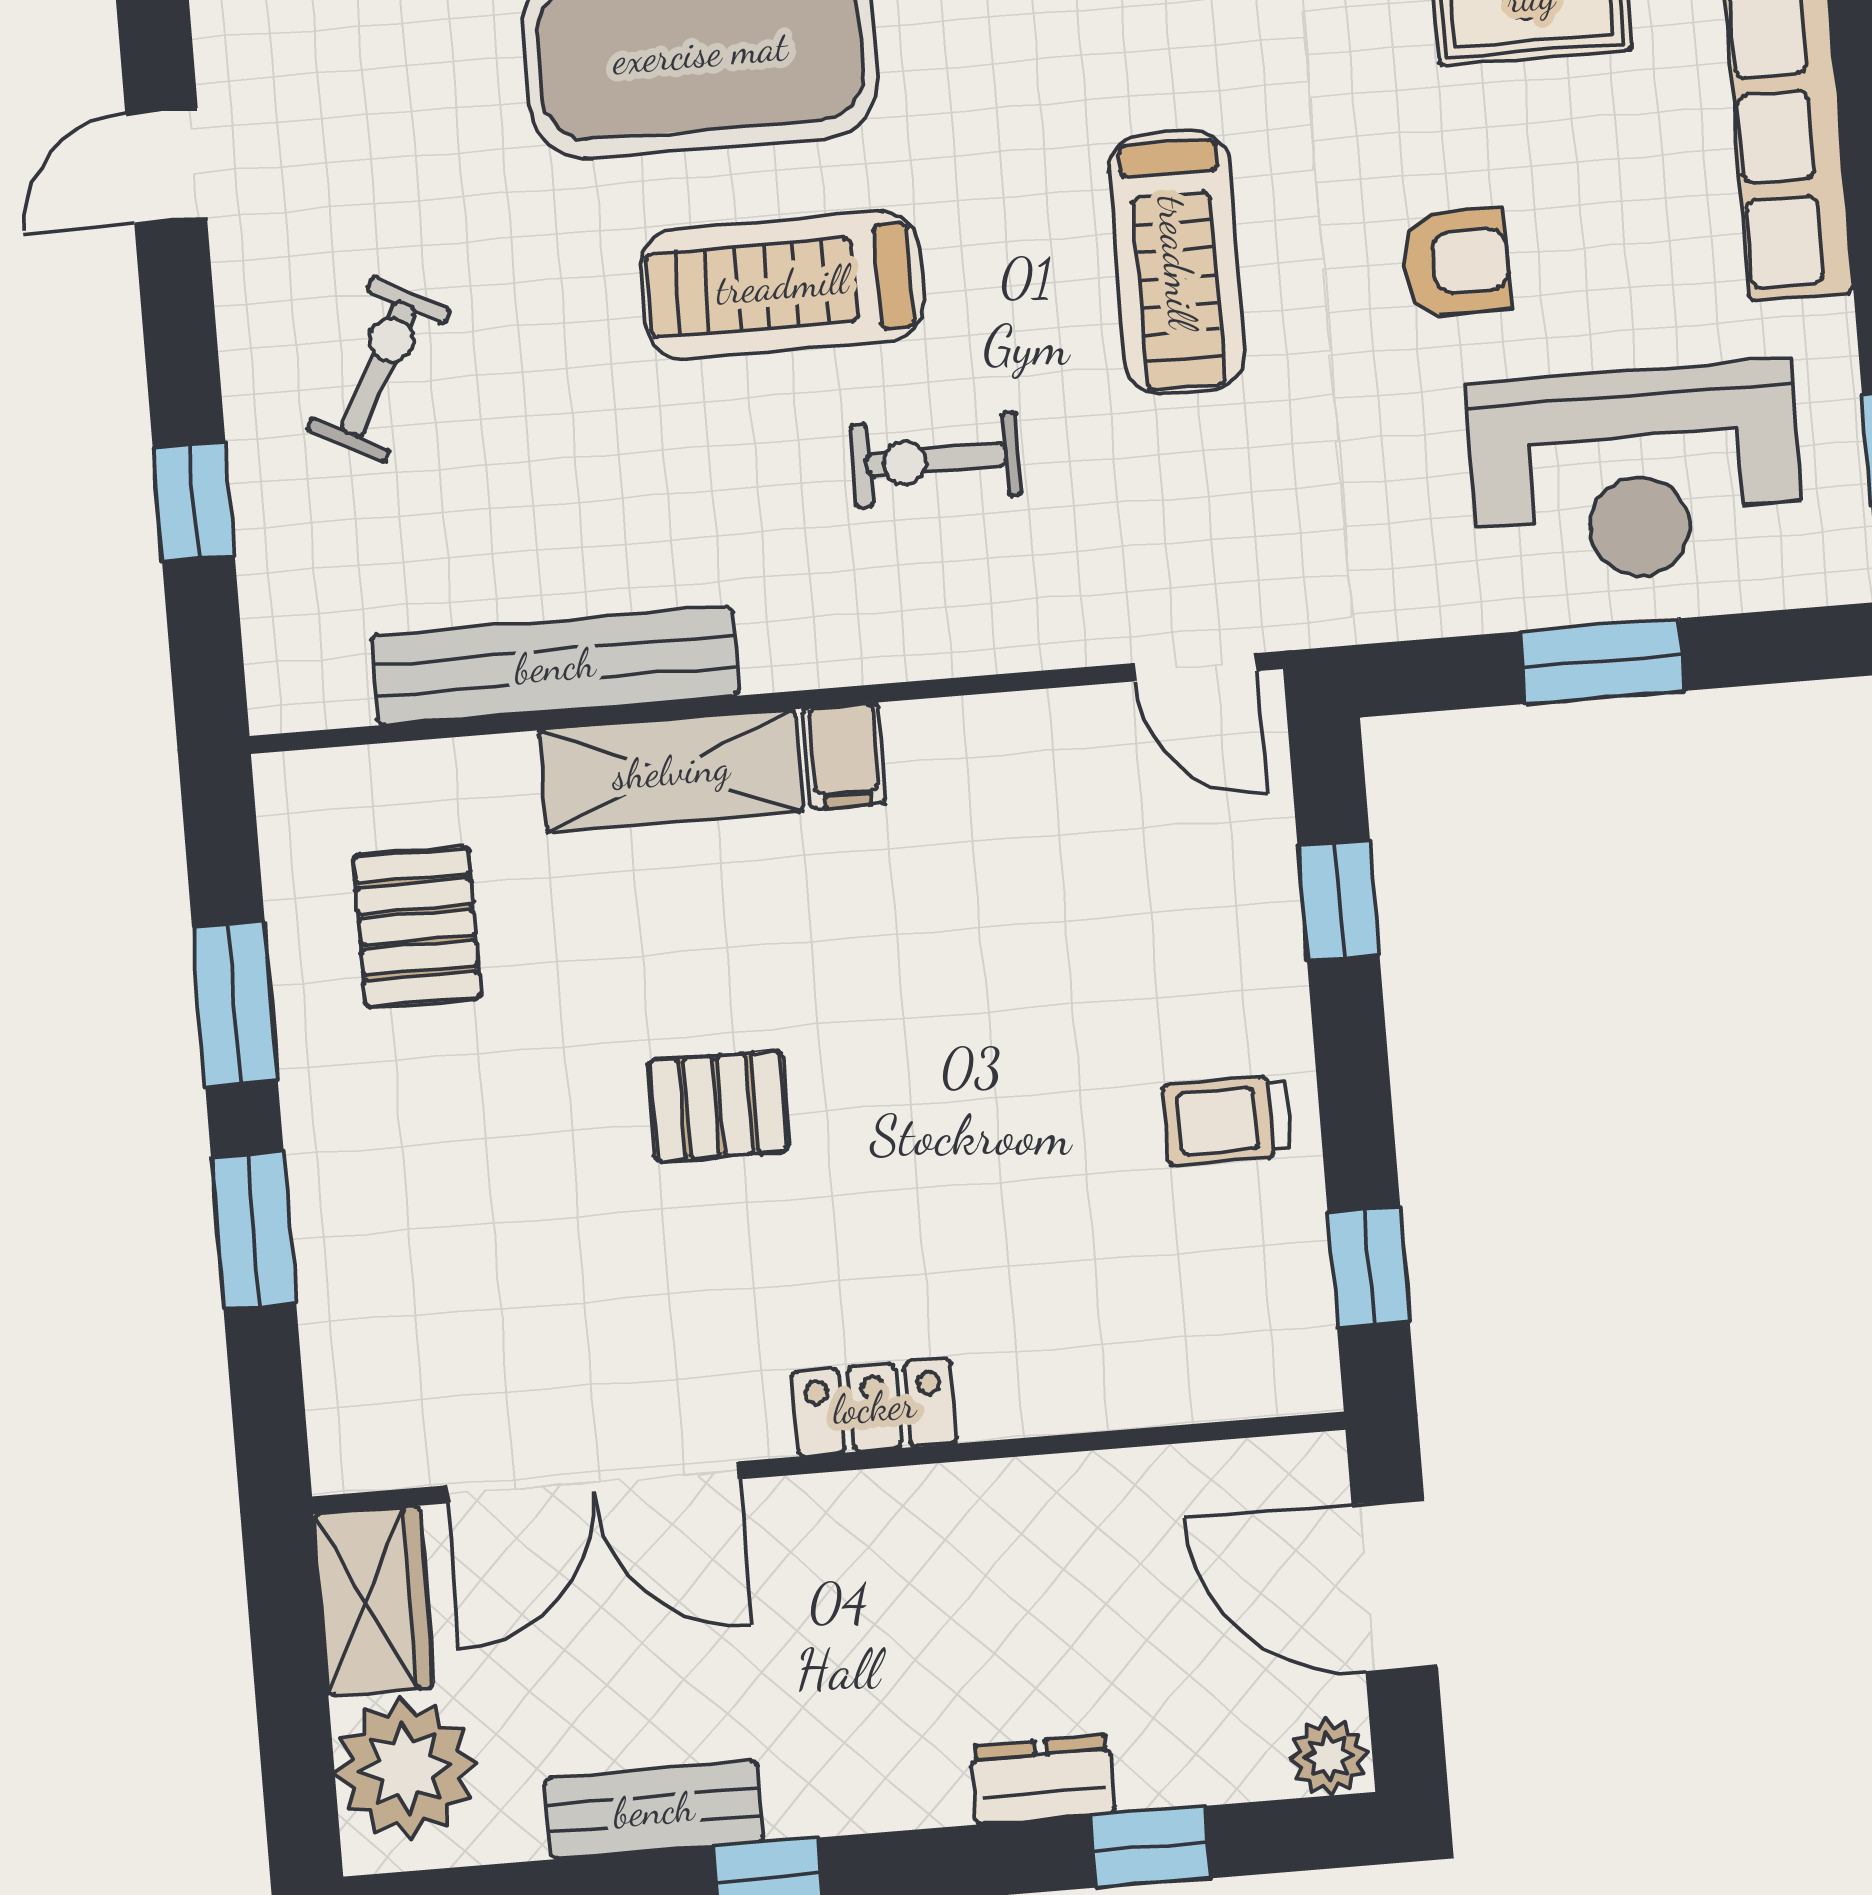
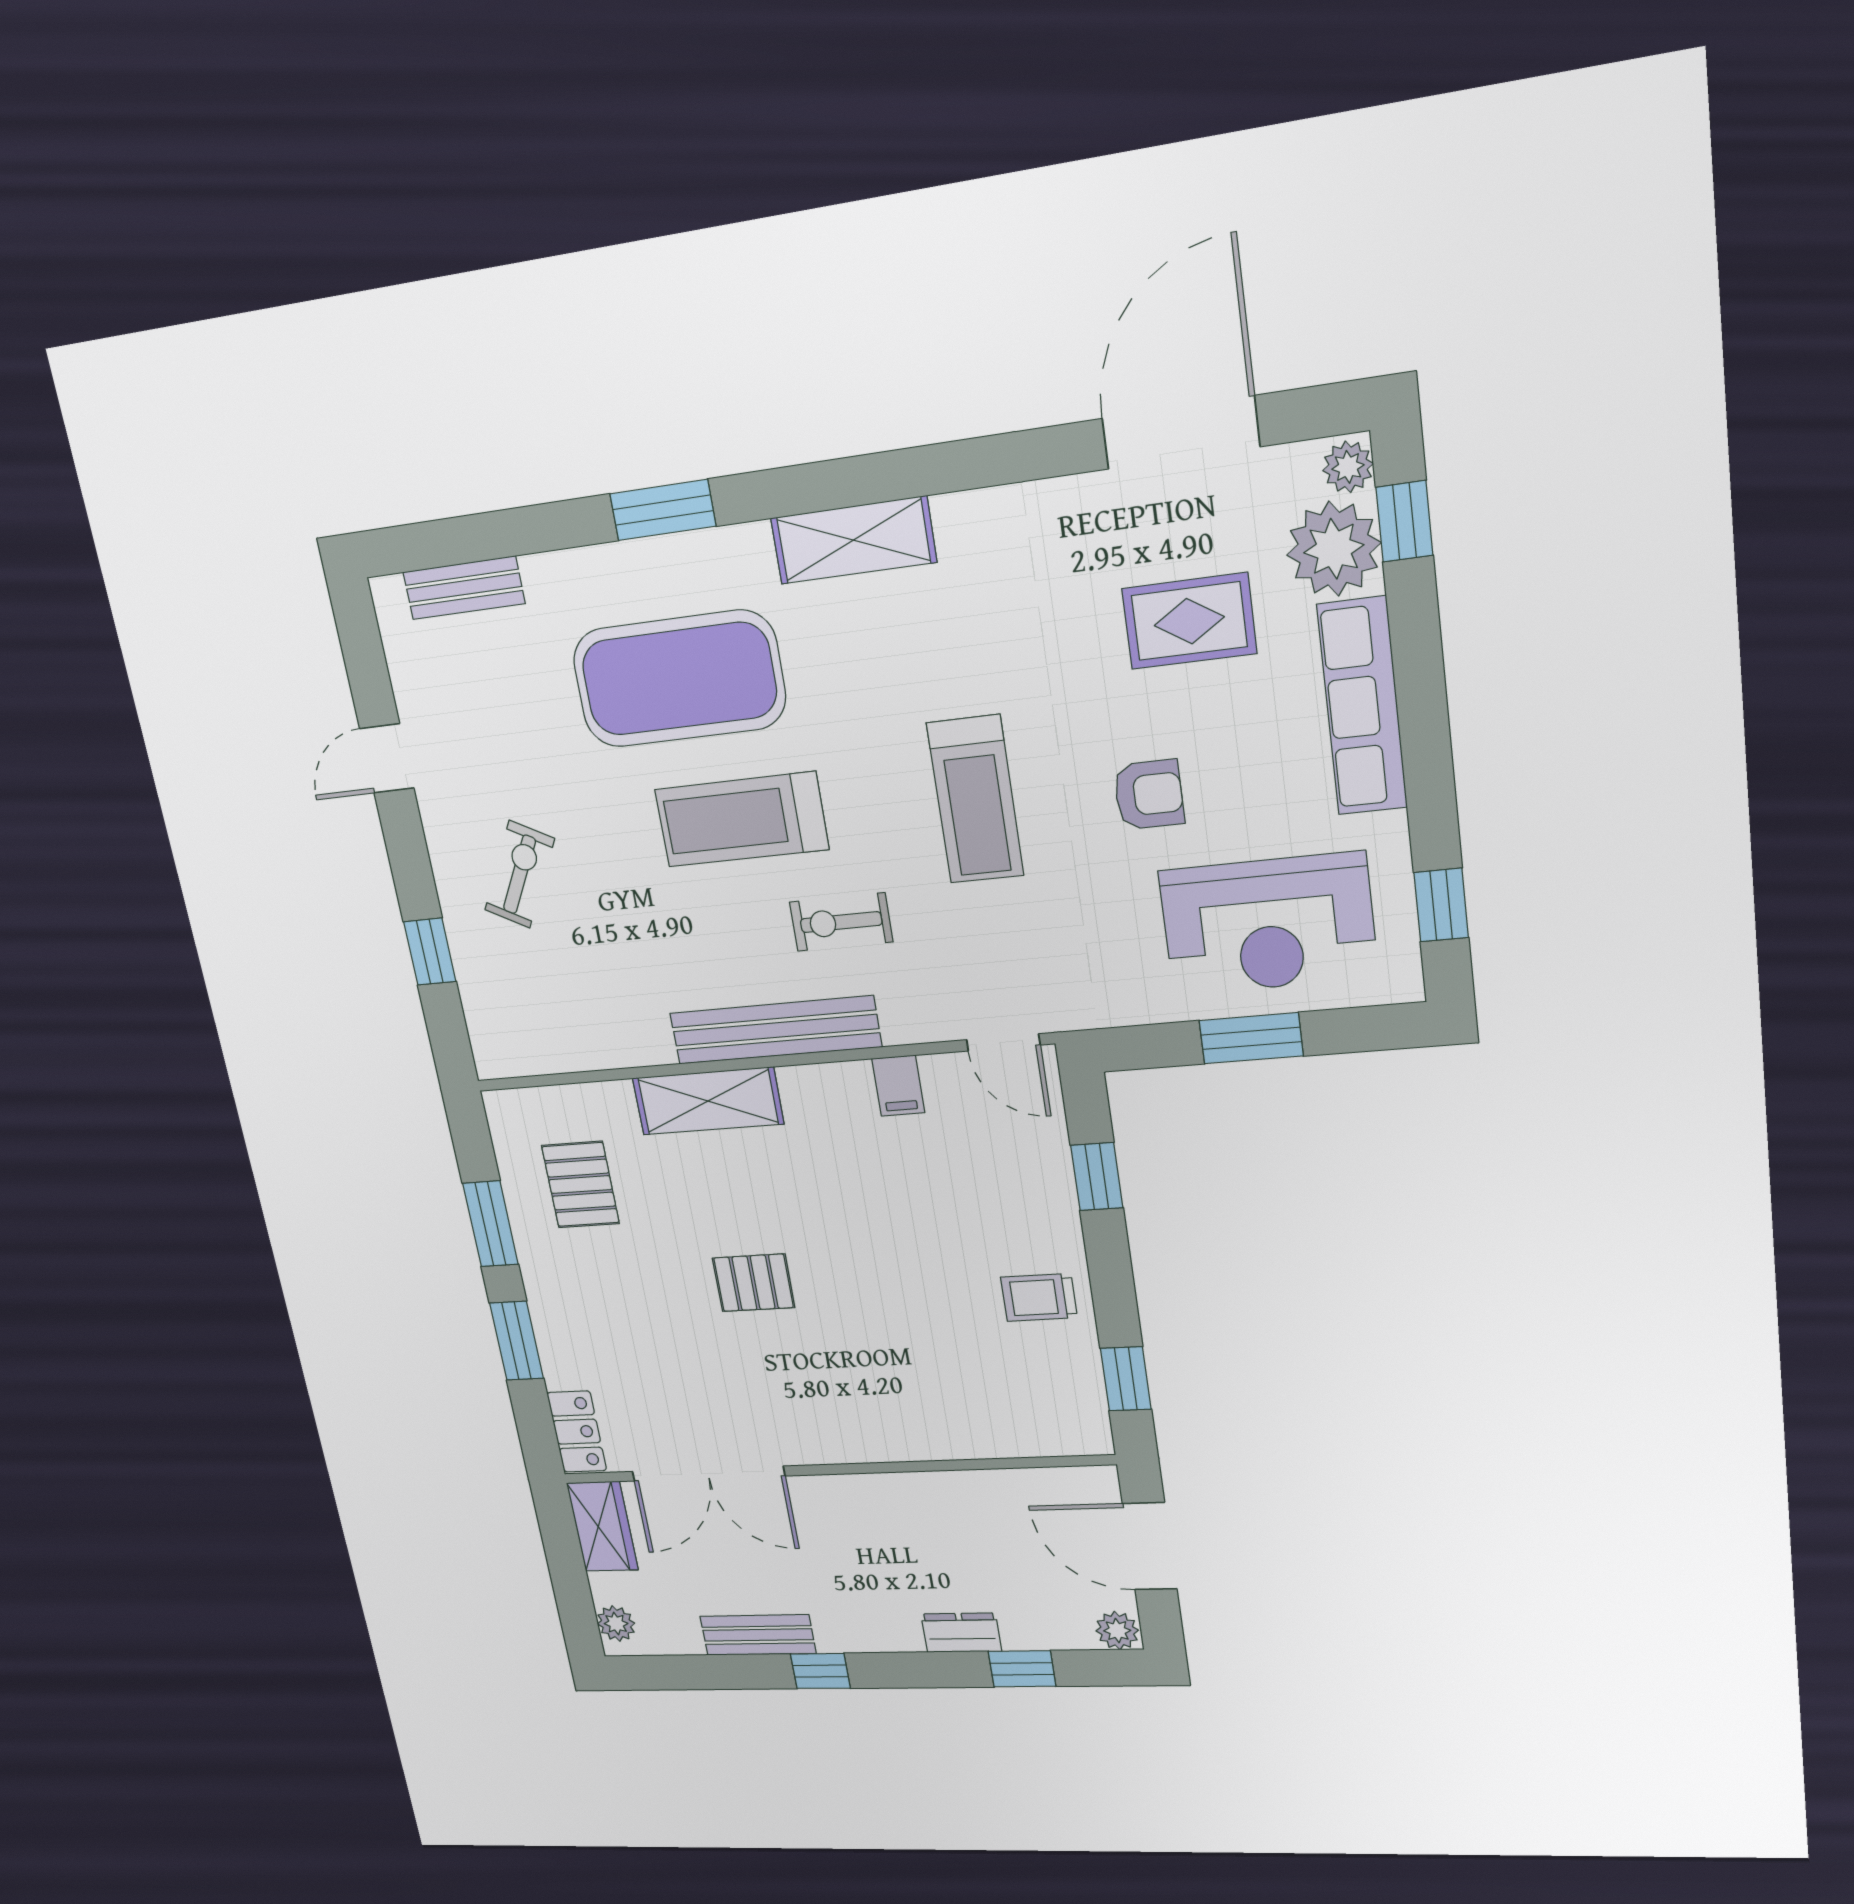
bench: (555, 666) -> (775, 1030), moved
filing cabinet: (844, 756) -> (898, 1086), moved
locker: (874, 1407) -> (577, 1432), moved, turned 90
plant: (406, 1768) -> (616, 1624), width x0.53, depth x0.53

